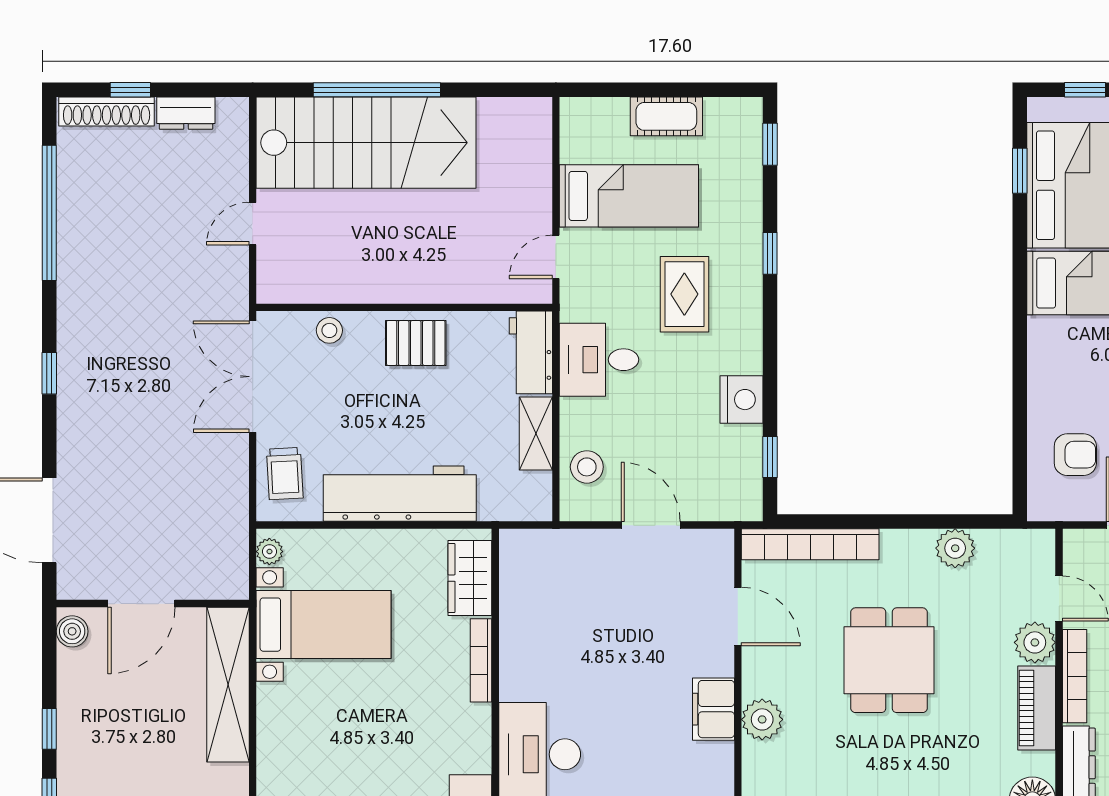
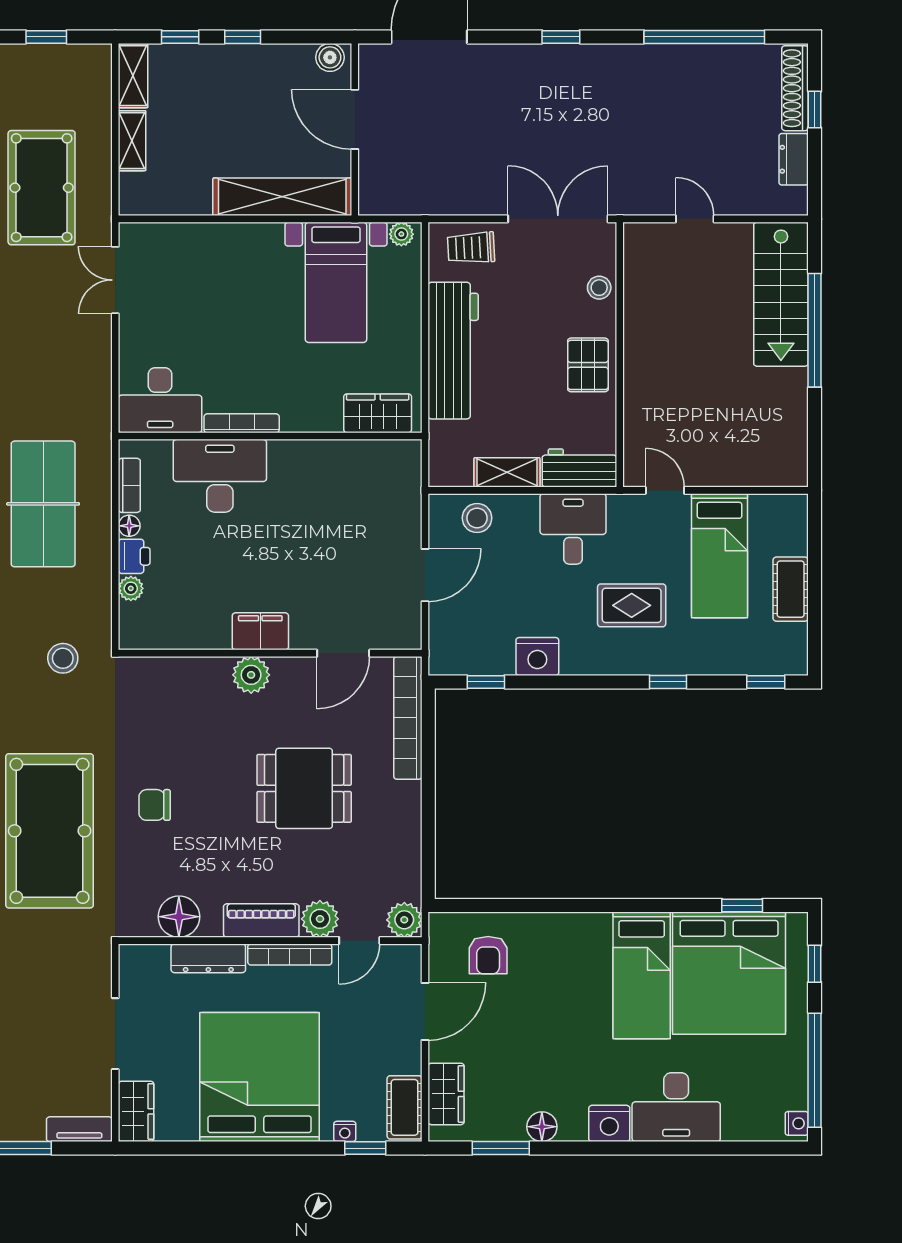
stairs: (366, 143) -> (781, 294), width x0.73, depth x0.66
plant: (955, 548) -> (404, 920), moved
bookcase: (481, 660) -> (242, 423), moved

